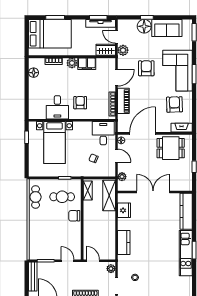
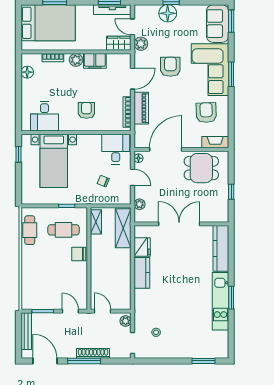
sofa: (167, 28) -> (218, 24), moved, turned 90
desk: (57, 107) -> (44, 116), moved
kitchen counter: (124, 242) -> (142, 273), moved

